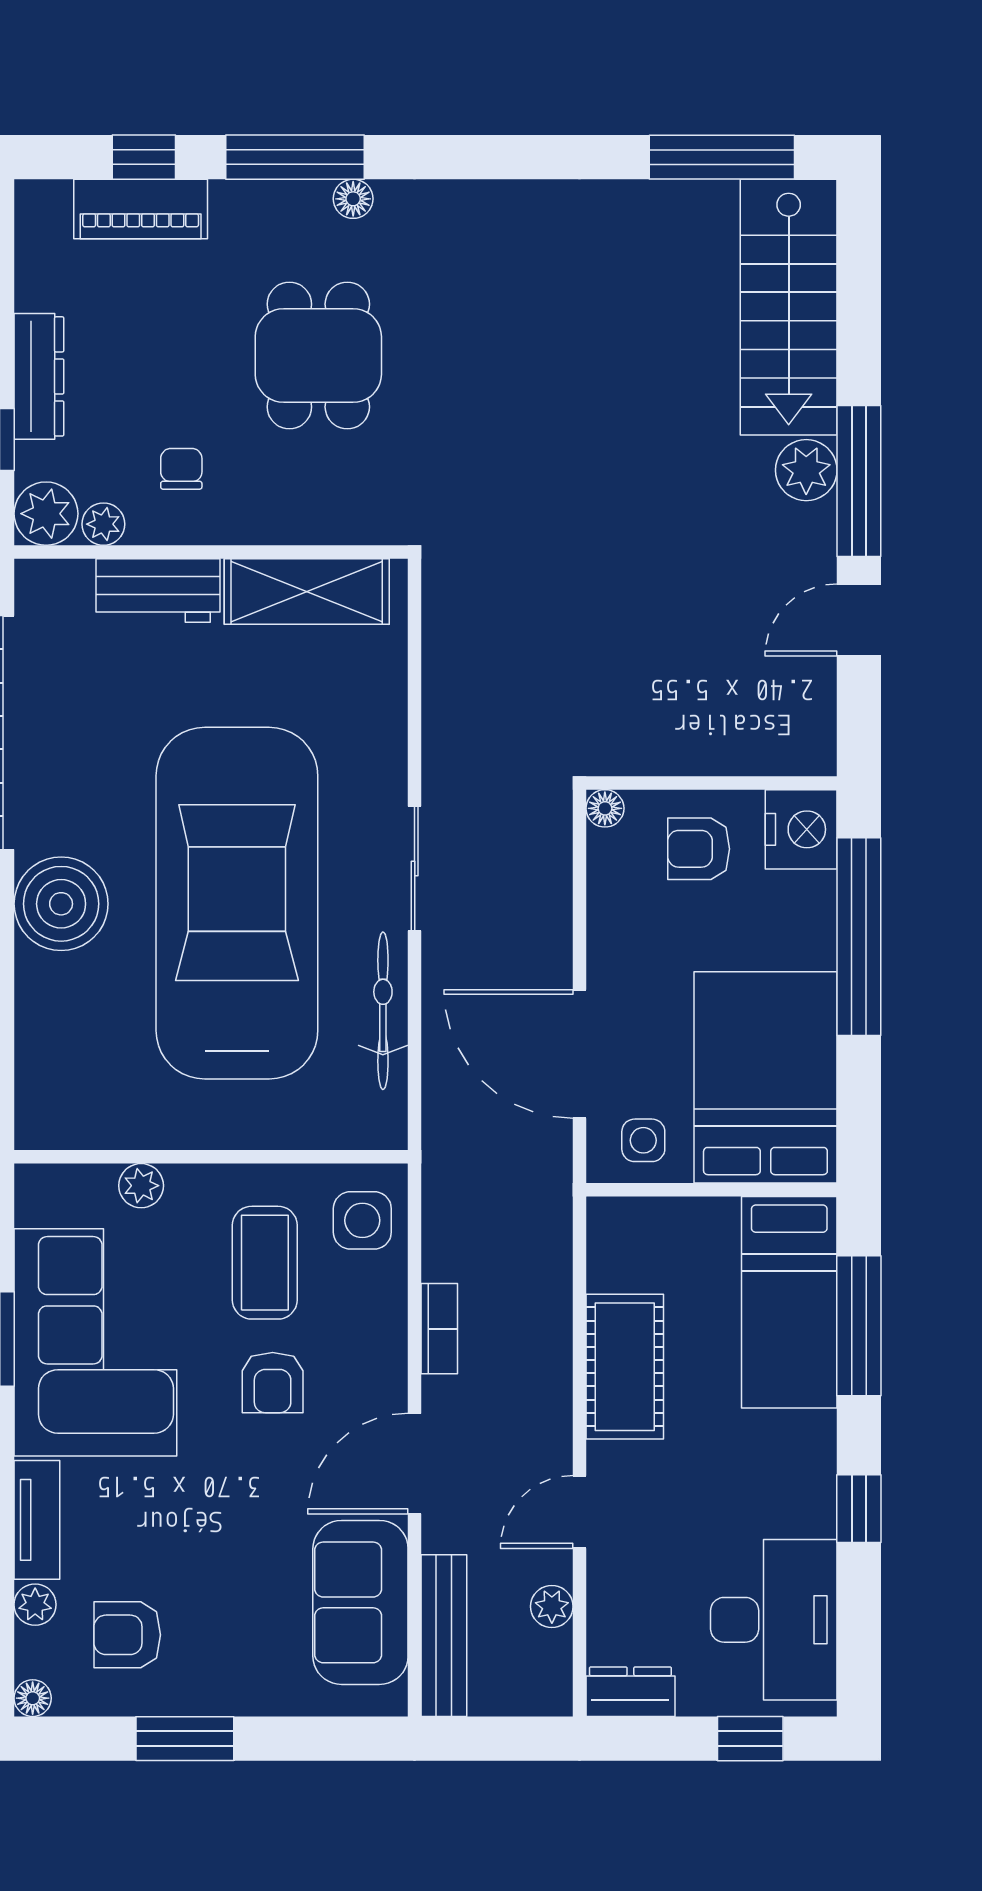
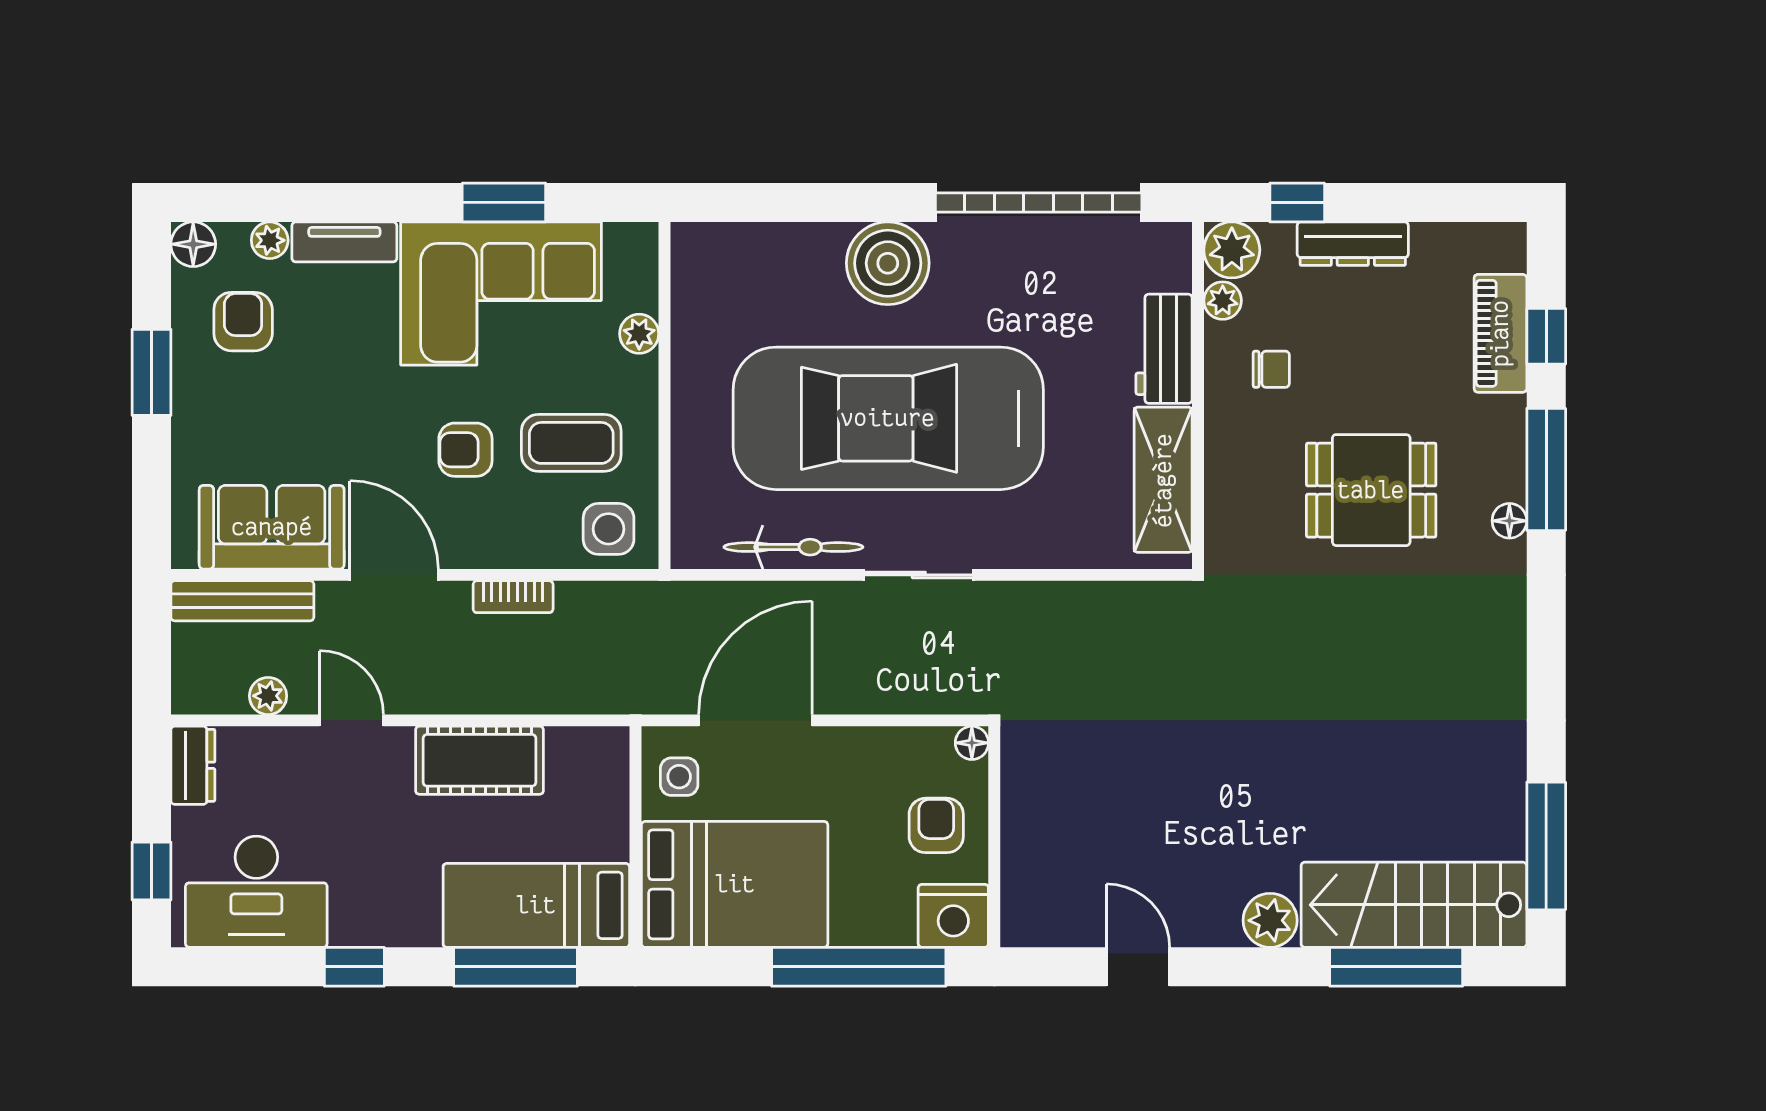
window: (859, 481) -> (1396, 967), moved
car: (237, 903) -> (888, 418), turned 180
floor lamp: (33, 1698) -> (193, 244), width x1.37, depth x1.37

